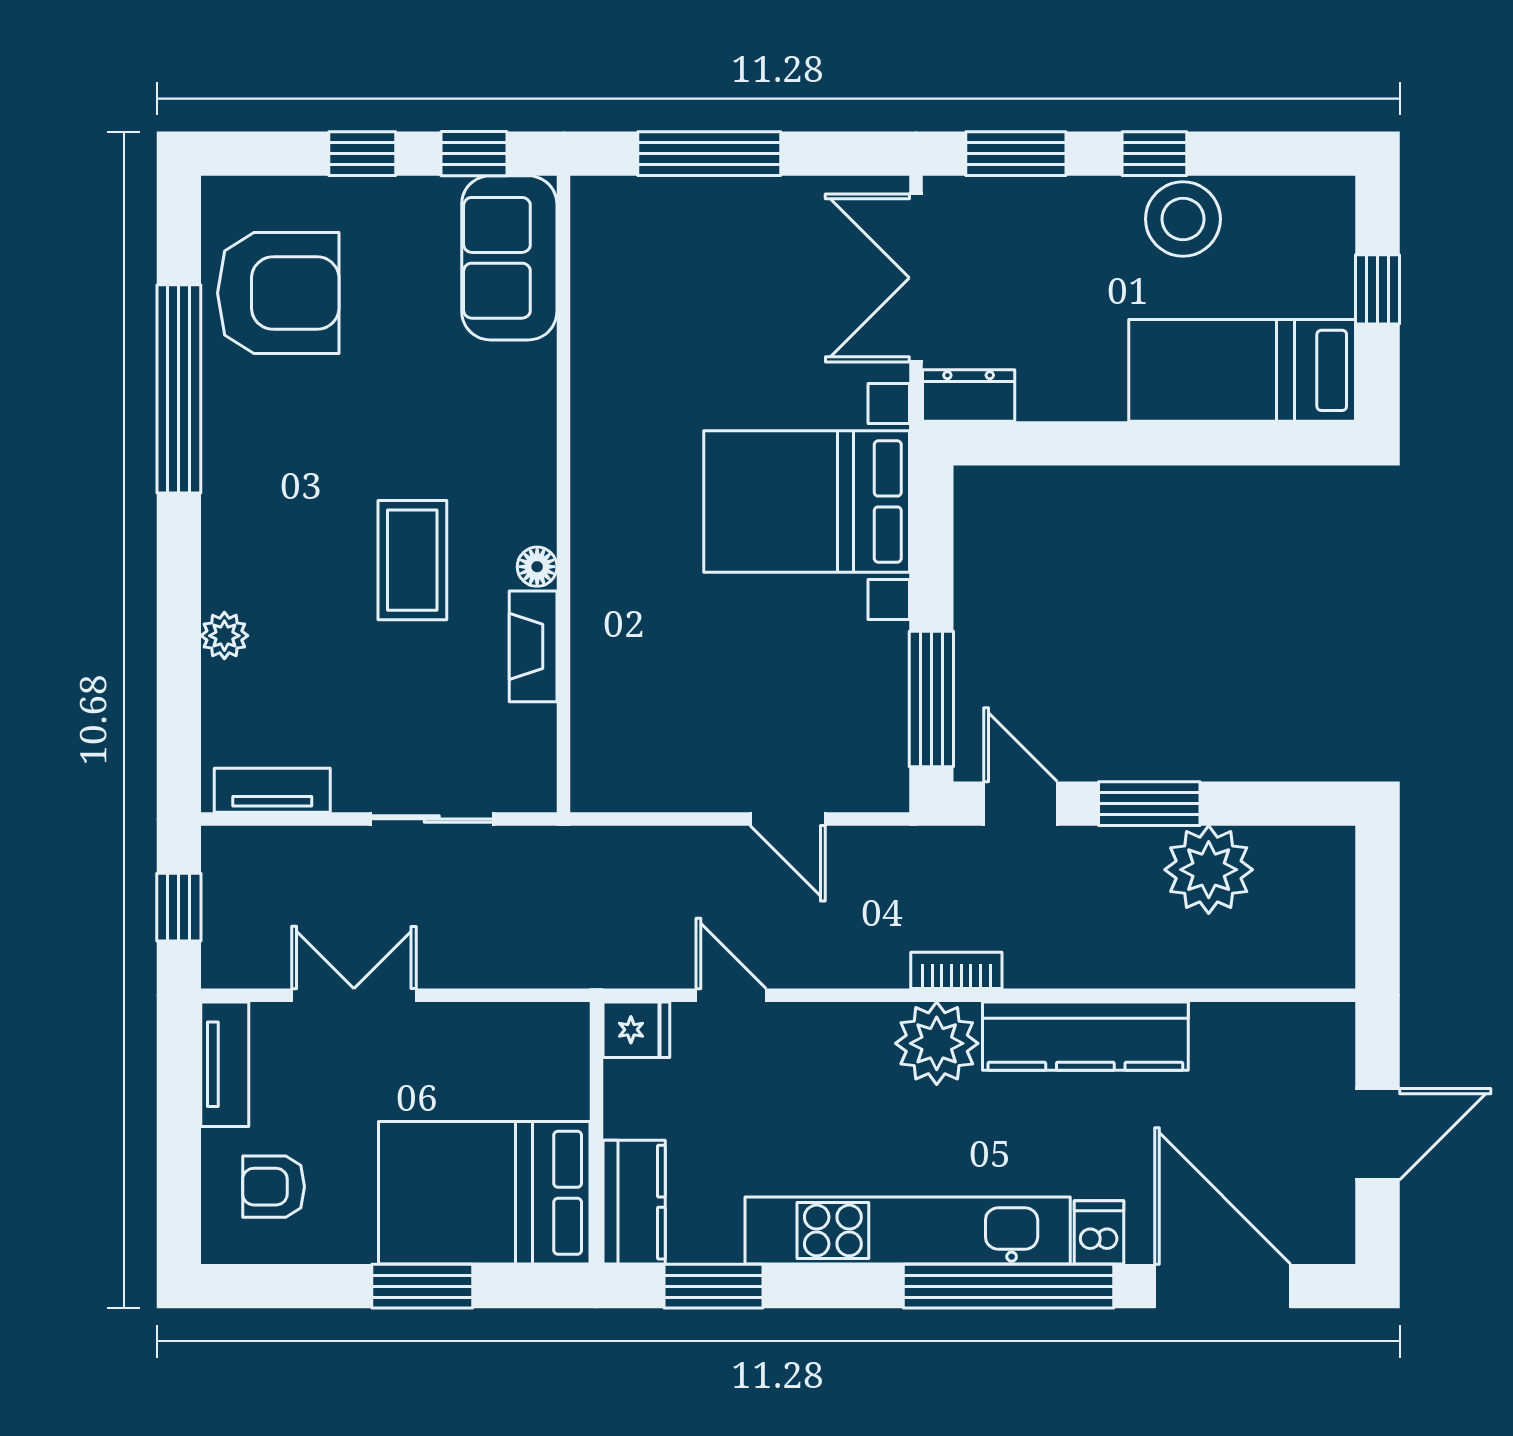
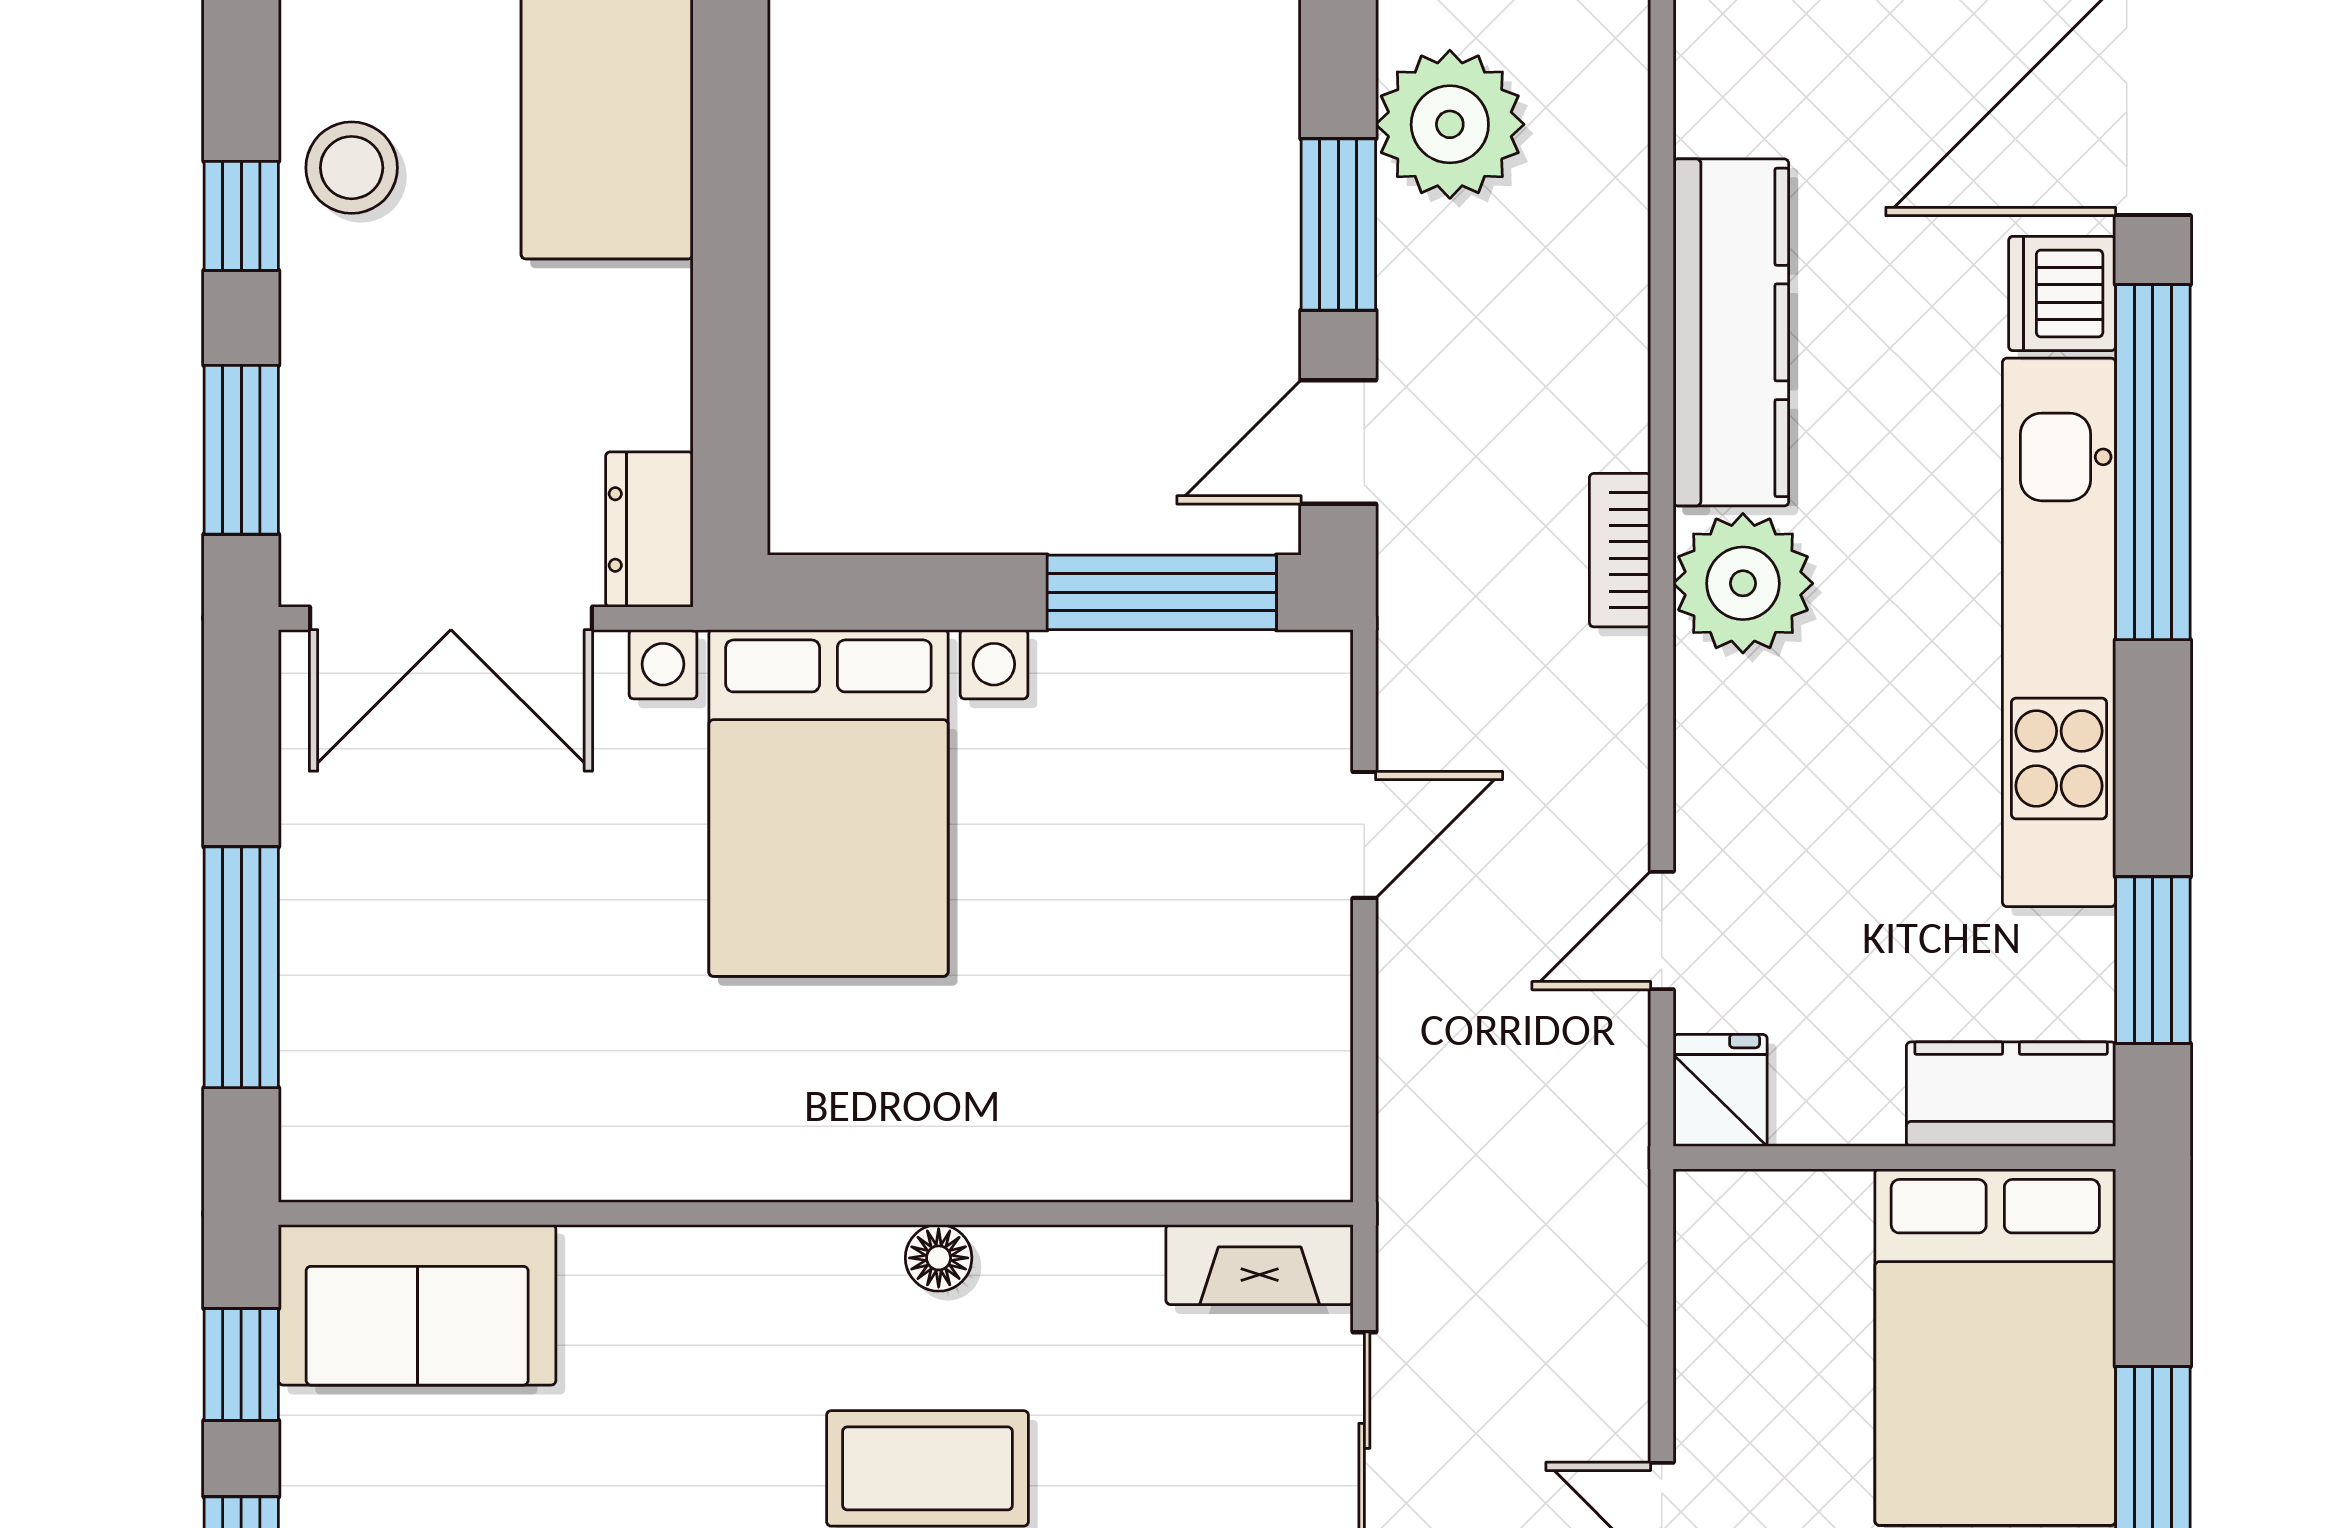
stool: (1183, 219) -> (352, 168), width x0.73, depth x0.73
fireplace: (533, 646) -> (1260, 1265), moved
dishwasher: (1099, 1232) -> (2062, 293), width x1.38

